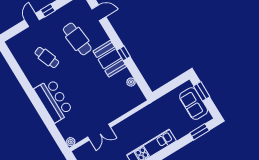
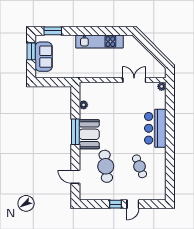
window: (124, 53) -> (75, 132), width x2.17
window: (202, 91) -> (31, 51), moved

